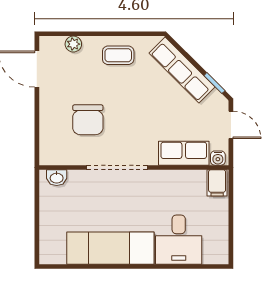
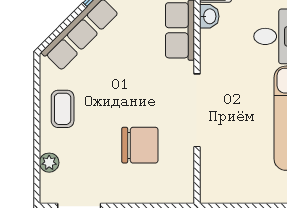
washbasin: (57, 178) -> (209, 16), moved

